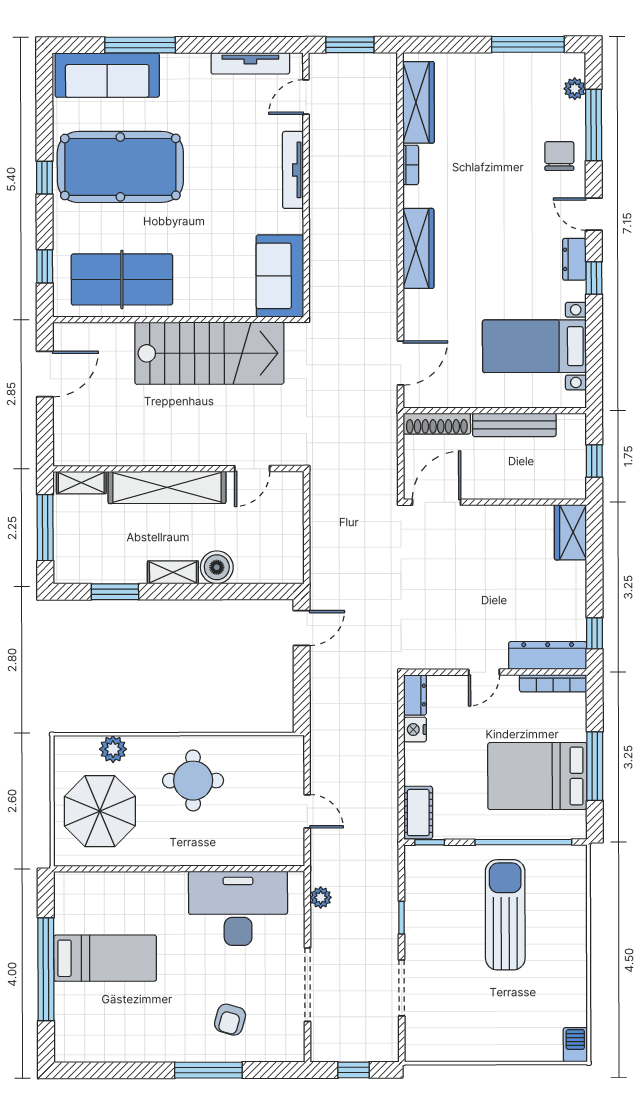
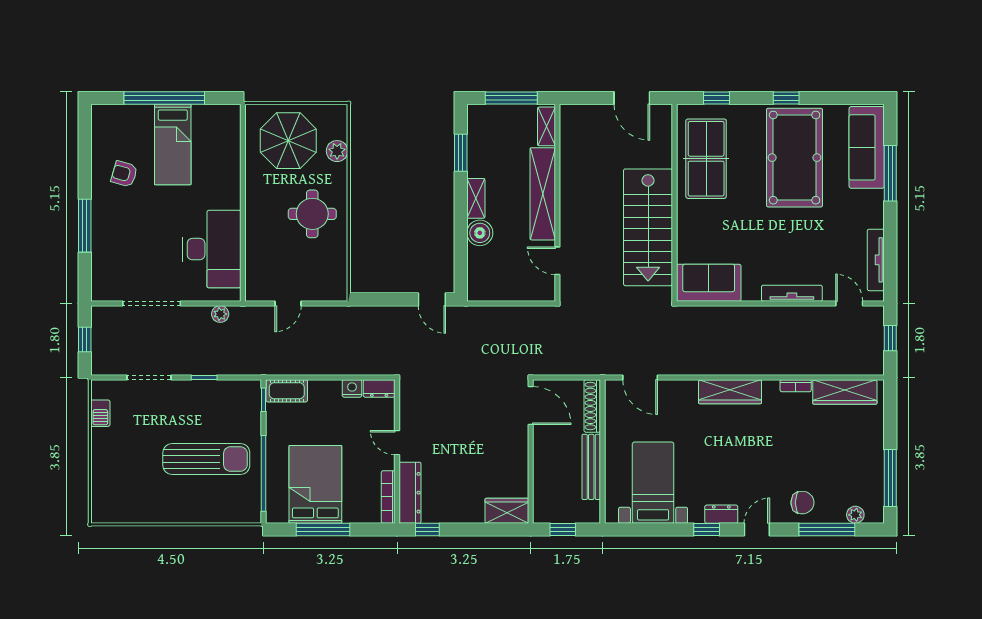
window: (350, 45) -> (890, 338), width x0.67
armchair: (230, 1020) -> (124, 174), moved
barbecue: (575, 1045) -> (100, 413), moved, turned 90

